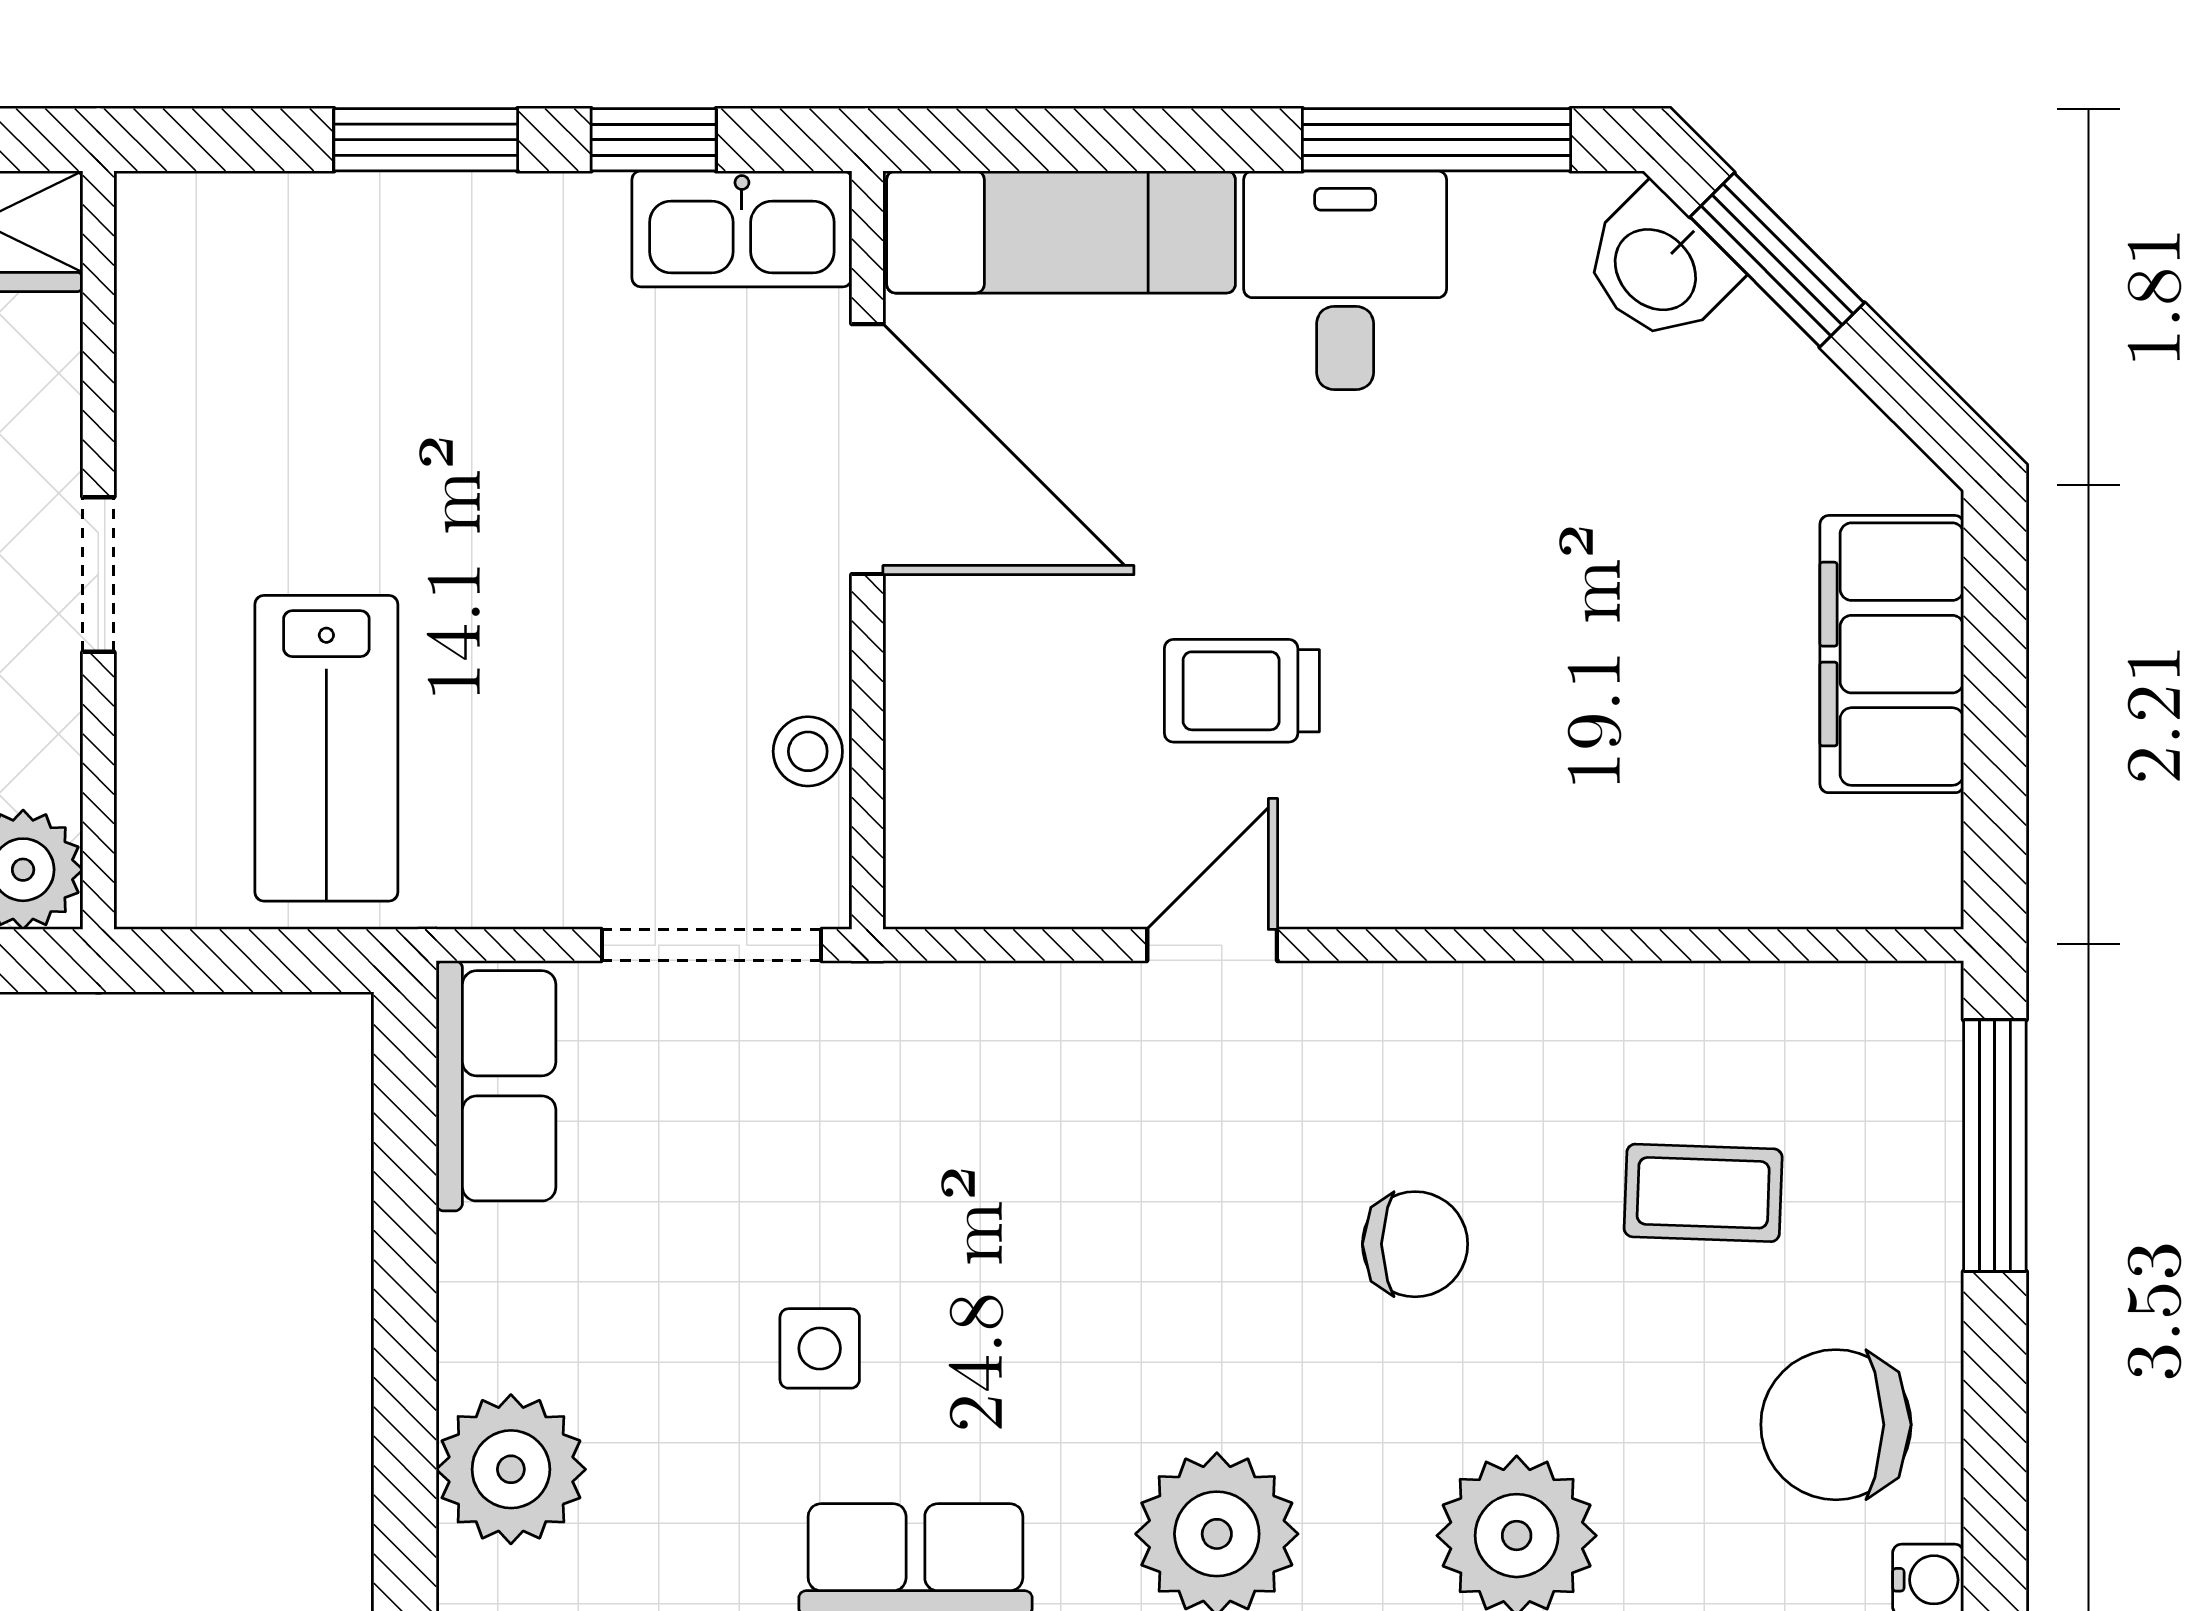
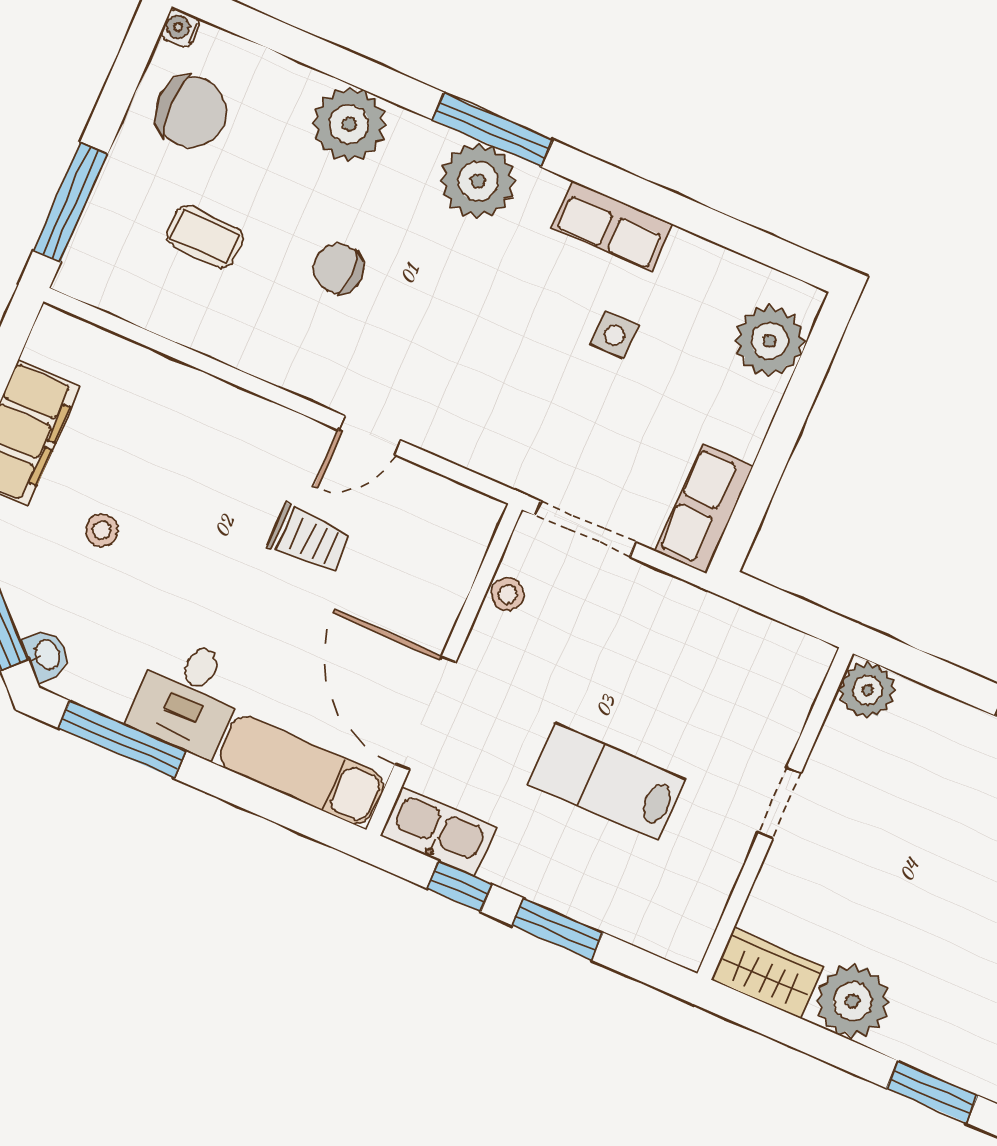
washbasin: (1658, 267) -> (46, 655), width x0.72, depth x0.69
stool: (1655, 532) -> (102, 530), added
lab bench: (326, 748) -> (607, 782), moved, turned -90

